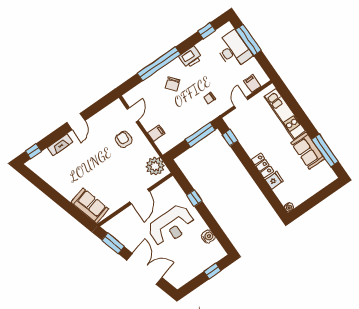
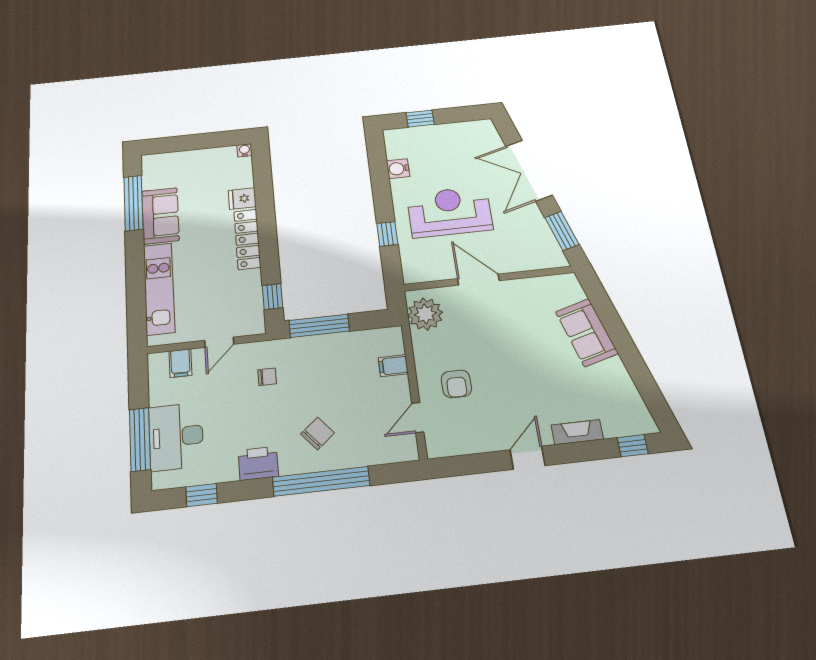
locker: (262, 166) -> (247, 239), width x1.53
door: (140, 197) -> (478, 280), hinge flipped
sofa: (90, 206) -> (587, 333), moved

